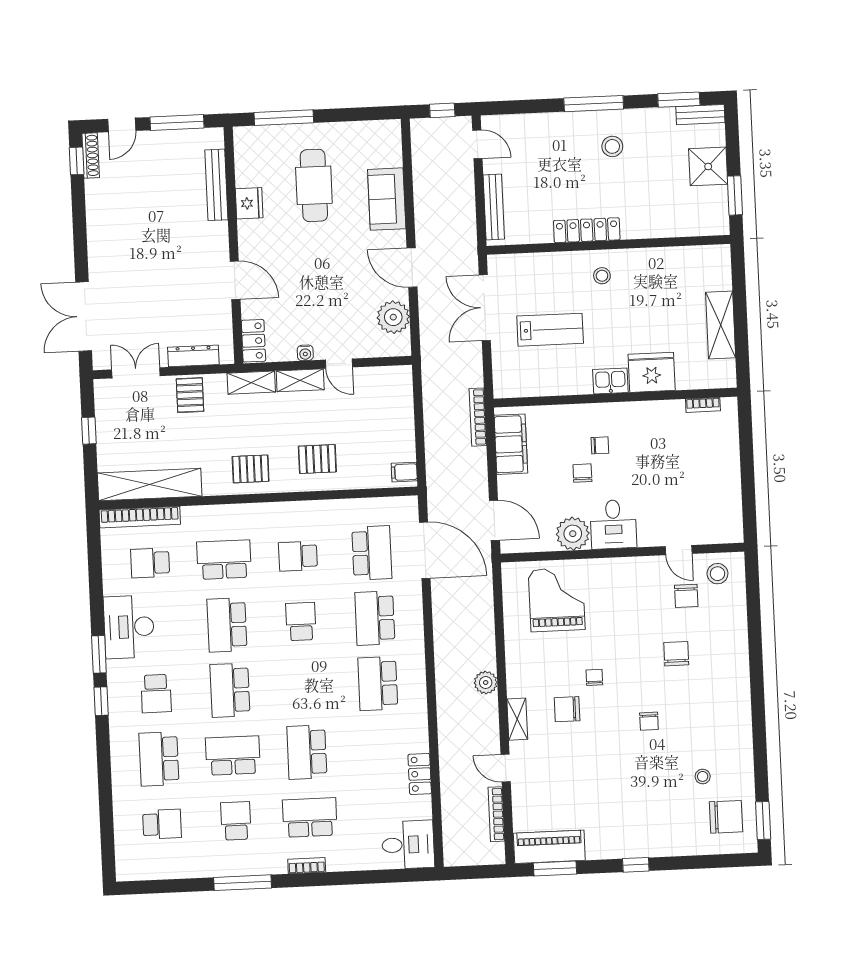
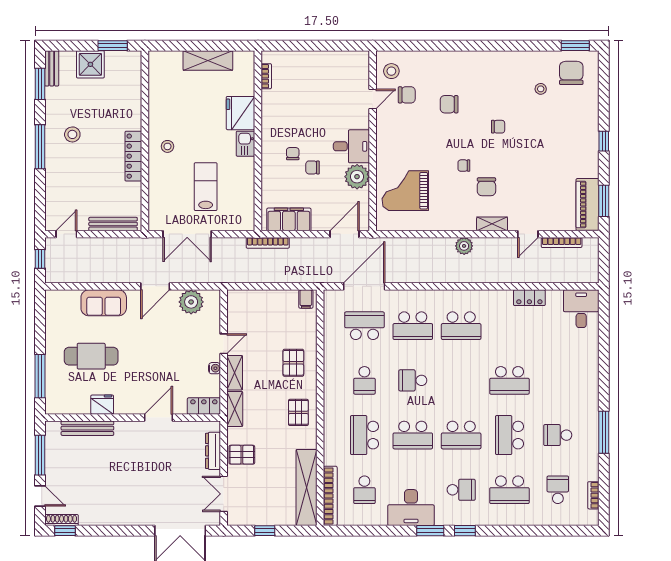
school desk: (310, 818) -> (558, 380), removed
bookcase: (307, 866) -> (593, 495), moved

